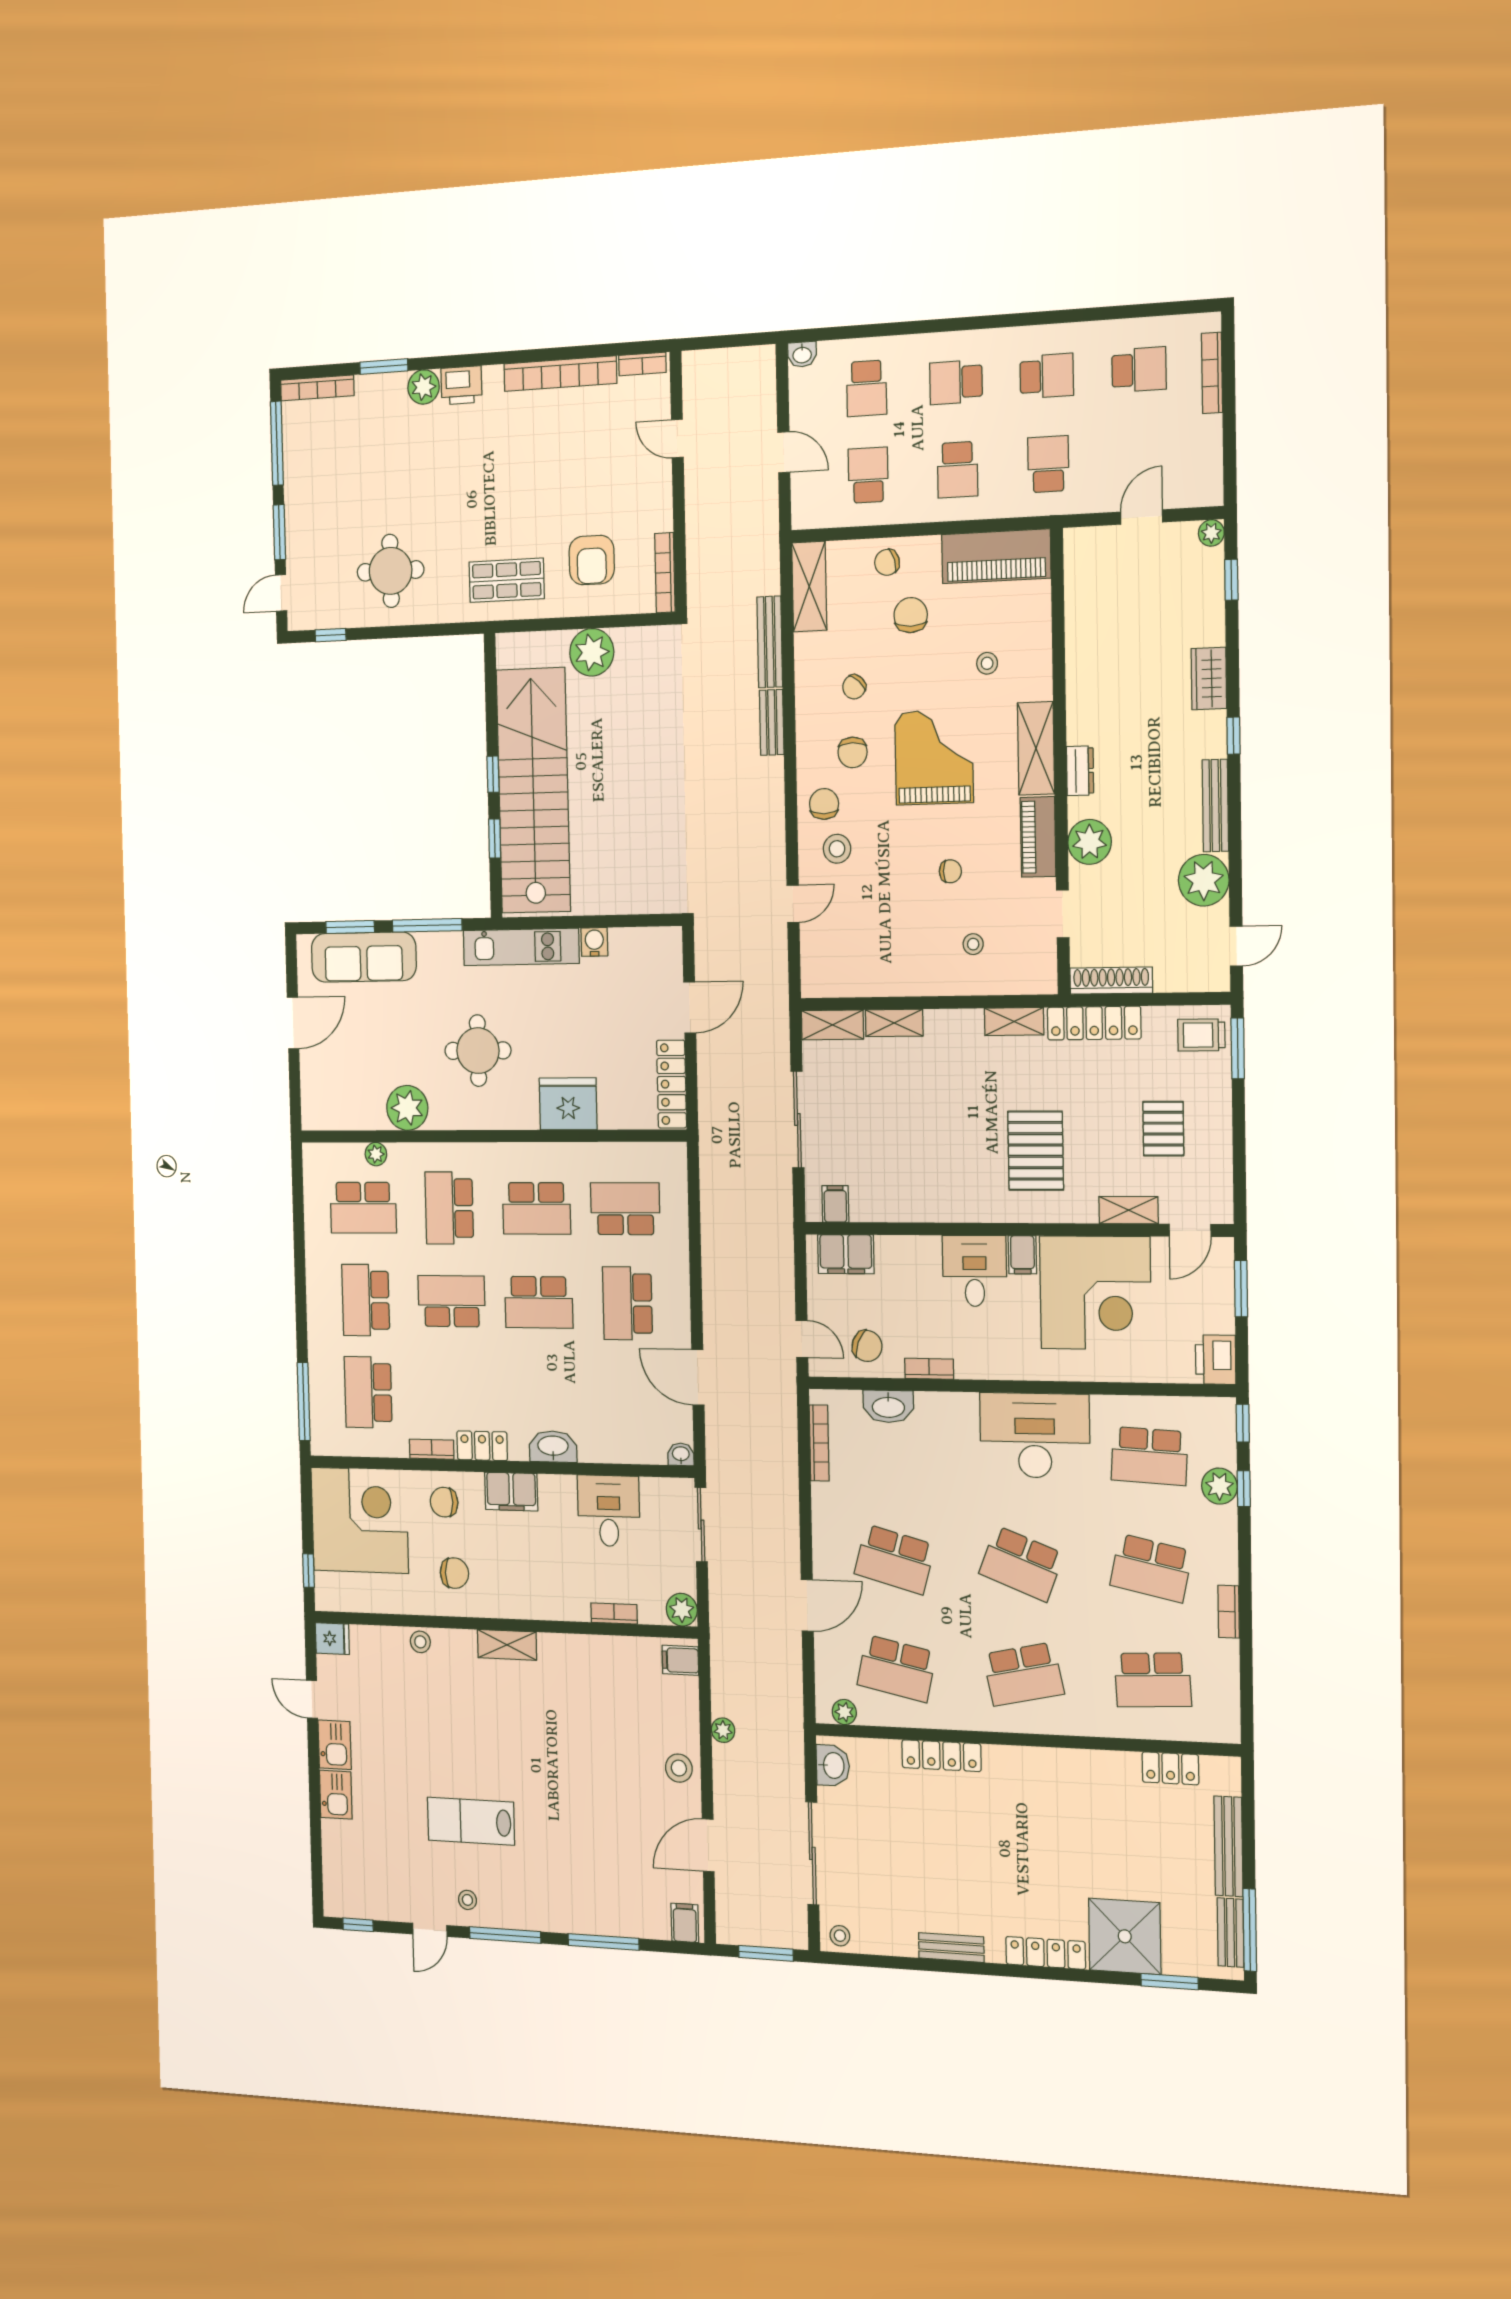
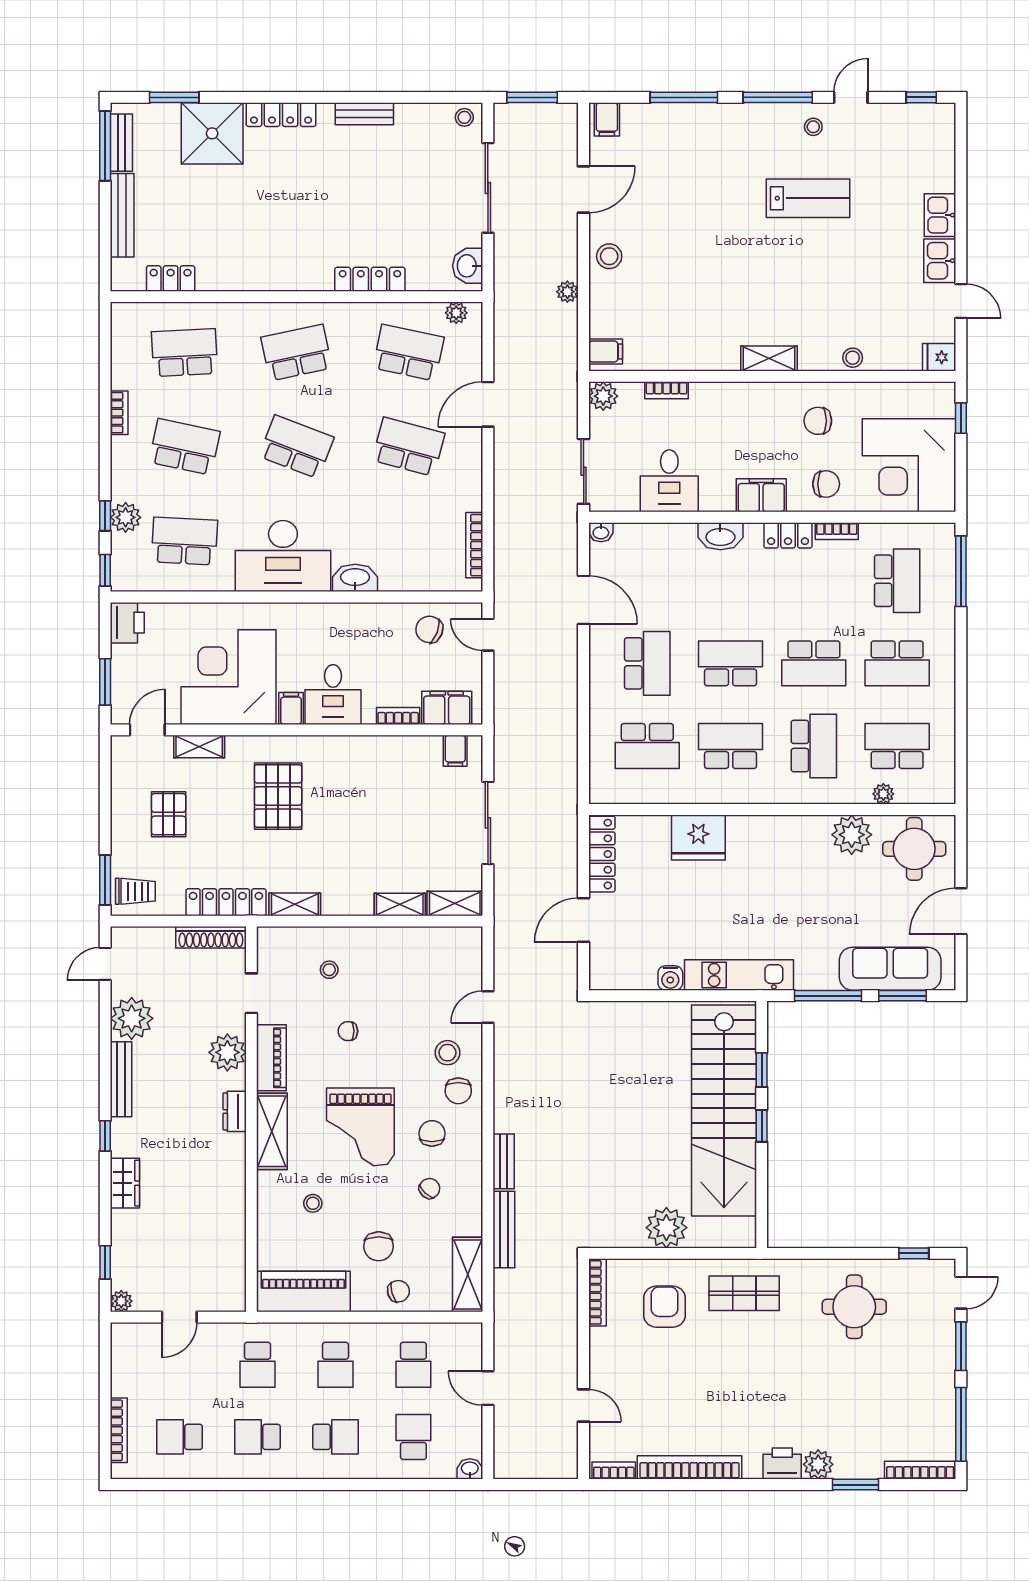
school desk: (957, 470) -> (335, 1365), turned 180
round table: (478, 1051) -> (914, 849), moved
school desk: (366, 1300) -> (897, 663), turned 90
bookcase: (929, 1369) -> (398, 716), moved, turned 180
washbasin: (888, 1406) -> (355, 578), moved

